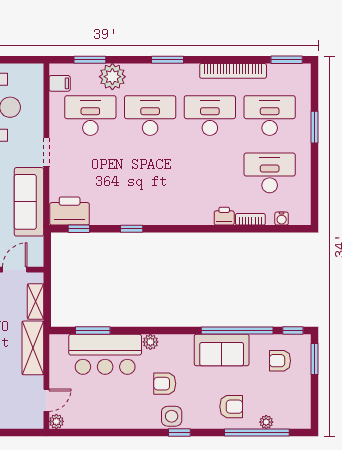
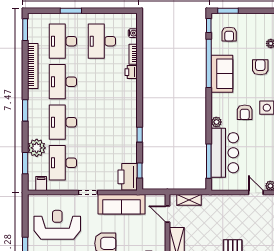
window: (93, 331) -> (209, 161), width x1.44
shelving: (33, 348) -> (220, 202), removed

